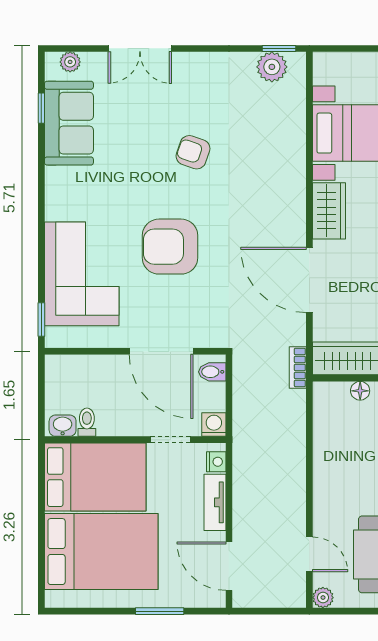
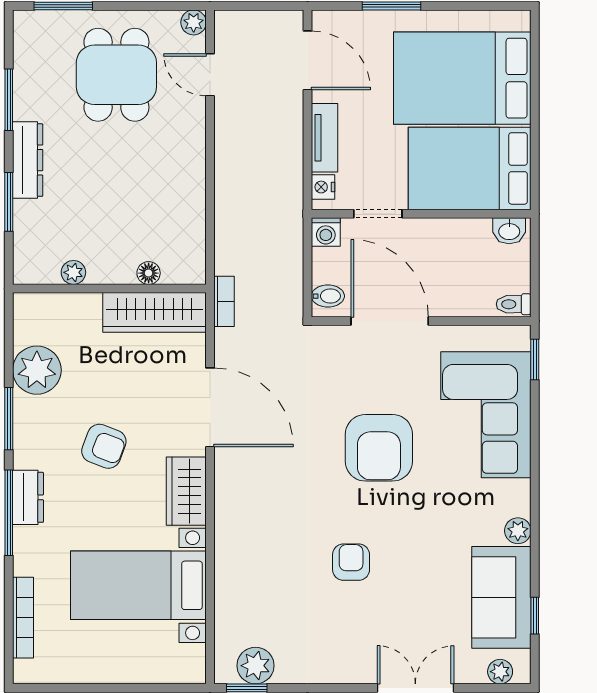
armchair: (193, 152) -> (351, 562), turned -109
plant: (55, 178) -> (518, 531), added
armchair: (170, 247) -> (379, 448), turned 90
toilet: (87, 422) -> (514, 304), moved, turned 90

